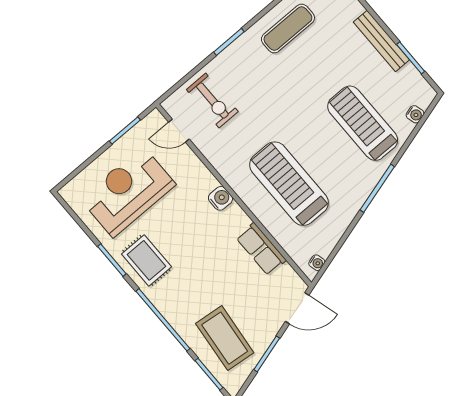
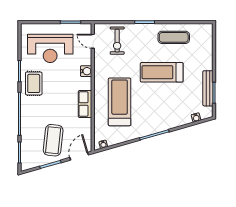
bench: (381, 41) -> (208, 88), moved
treadmill: (363, 123) -> (162, 72), moved, turned -90
reception desk: (128, 192) -> (50, 48), turned 180
water cooler: (220, 198) -> (86, 71), moved
row of seats: (261, 249) -> (85, 104), moved
door: (297, 308) -> (79, 156), swing flipped
coffee table: (225, 338) -> (53, 140), moved

